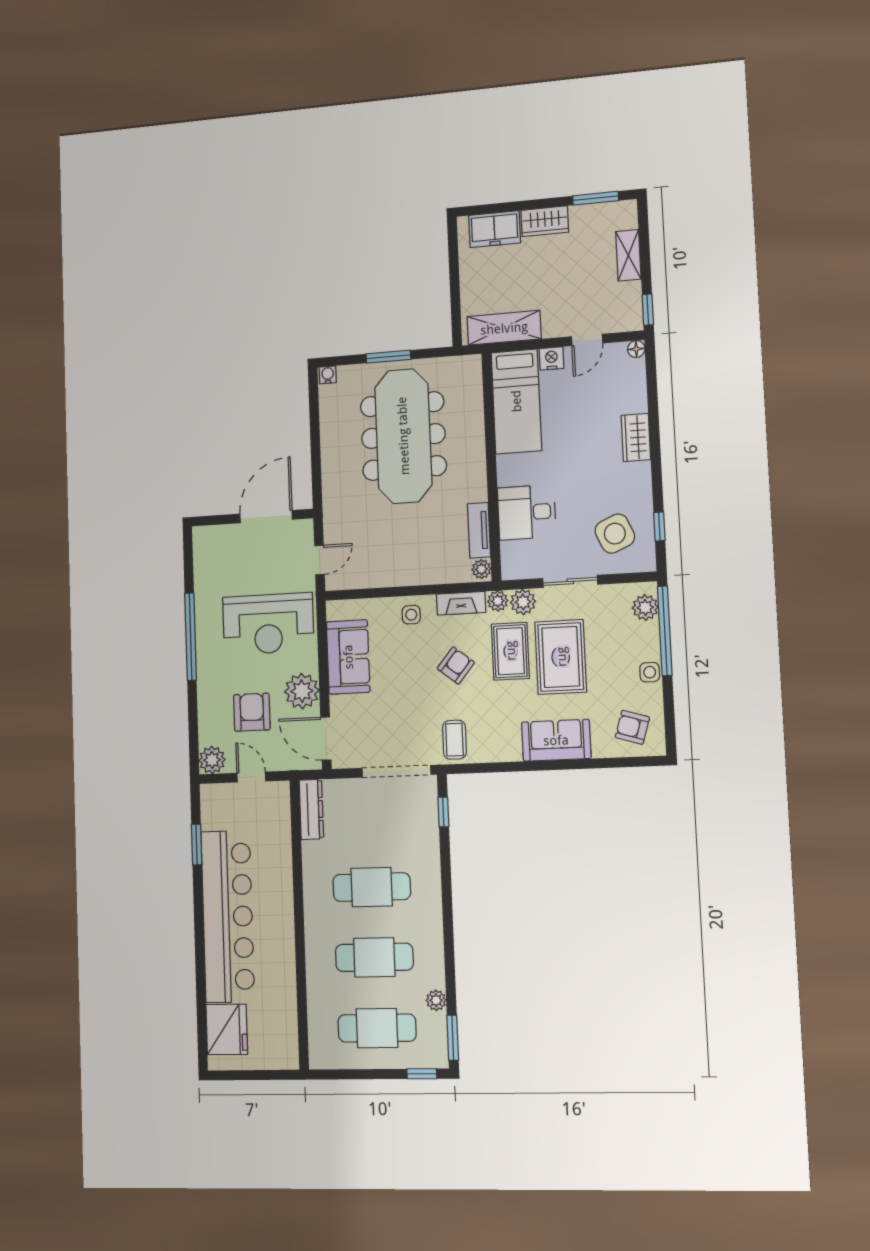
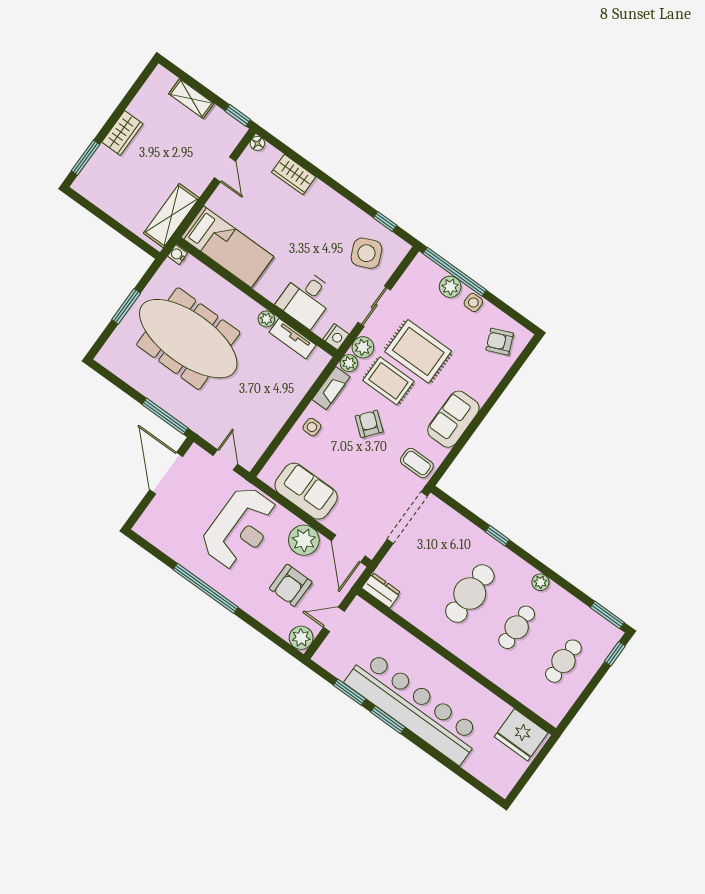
window: (595, 198) -> (85, 158), moved
freezer: (495, 229) -> (99, 169), removed
nightstand: (551, 358) -> (336, 337), moved, turned 180
water cooler: (328, 375) -> (177, 255), moved
wardrobe: (636, 437) -> (294, 175), moved
window: (316, 473) -> (165, 416), added
plant: (481, 569) -> (266, 319), moved
plant: (645, 607) -> (450, 287), moved
armchair: (252, 712) -> (291, 585), turned -90
armchair: (632, 727) -> (500, 342), turned 50
door: (326, 738) -> (348, 548), hinge flipped
sofa: (556, 740) -> (453, 419), moved
dresser: (311, 809) -> (381, 590), width x0.70
window: (443, 812) -> (497, 536), moved
window: (198, 900) -> (388, 720), added
cafe table: (374, 957) -> (517, 627), width x0.73, depth x0.74
plant: (436, 1000) -> (540, 582), moved
cafe table: (377, 1028) -> (563, 661), width x0.73, depth x0.74
fridge: (227, 1029) -> (521, 735), moved, turned 180

